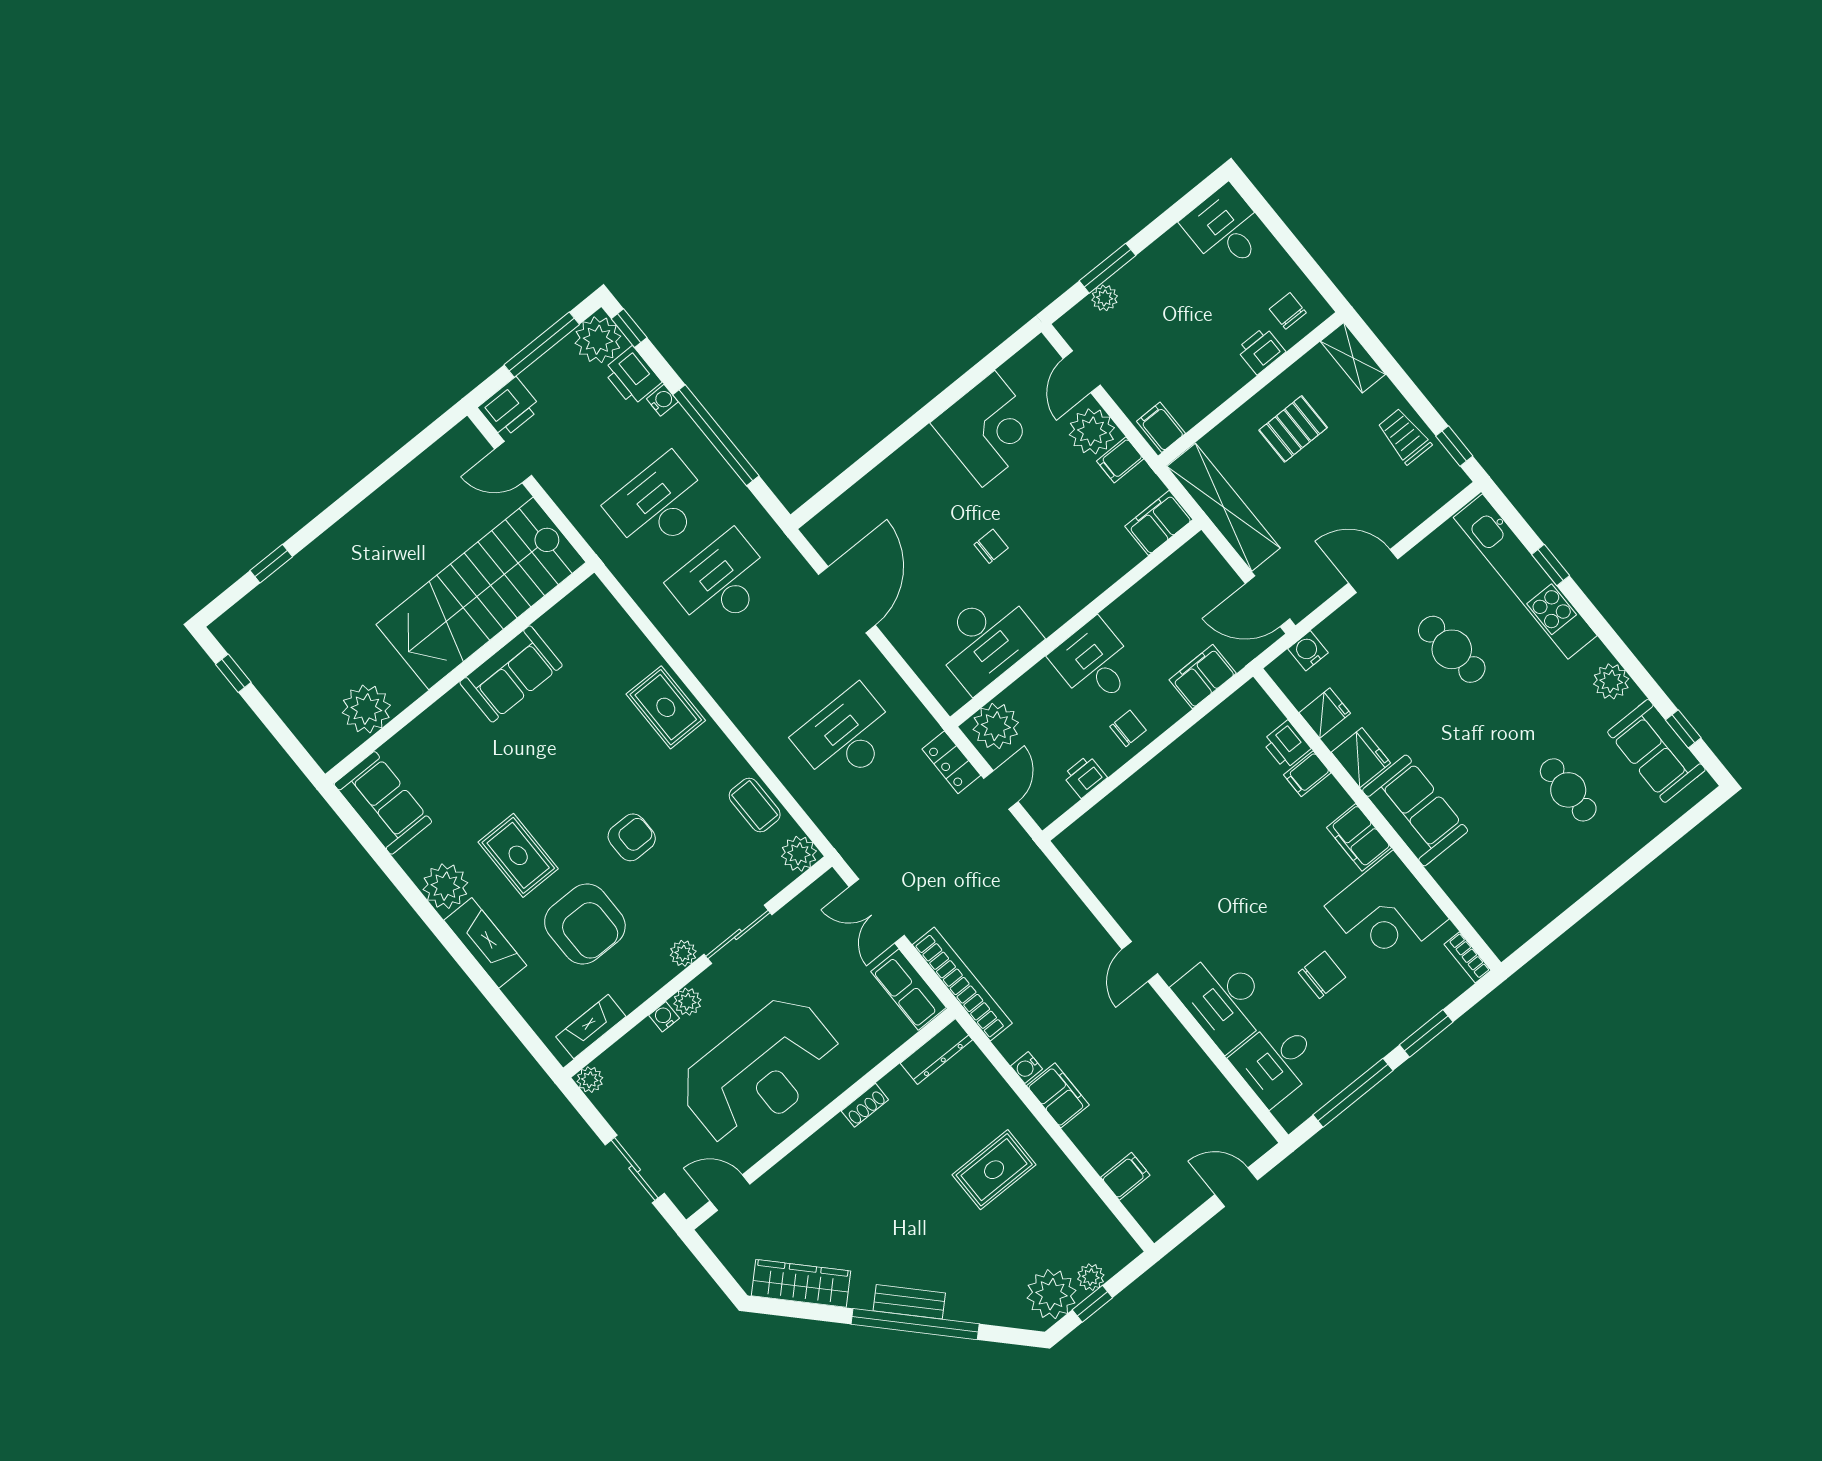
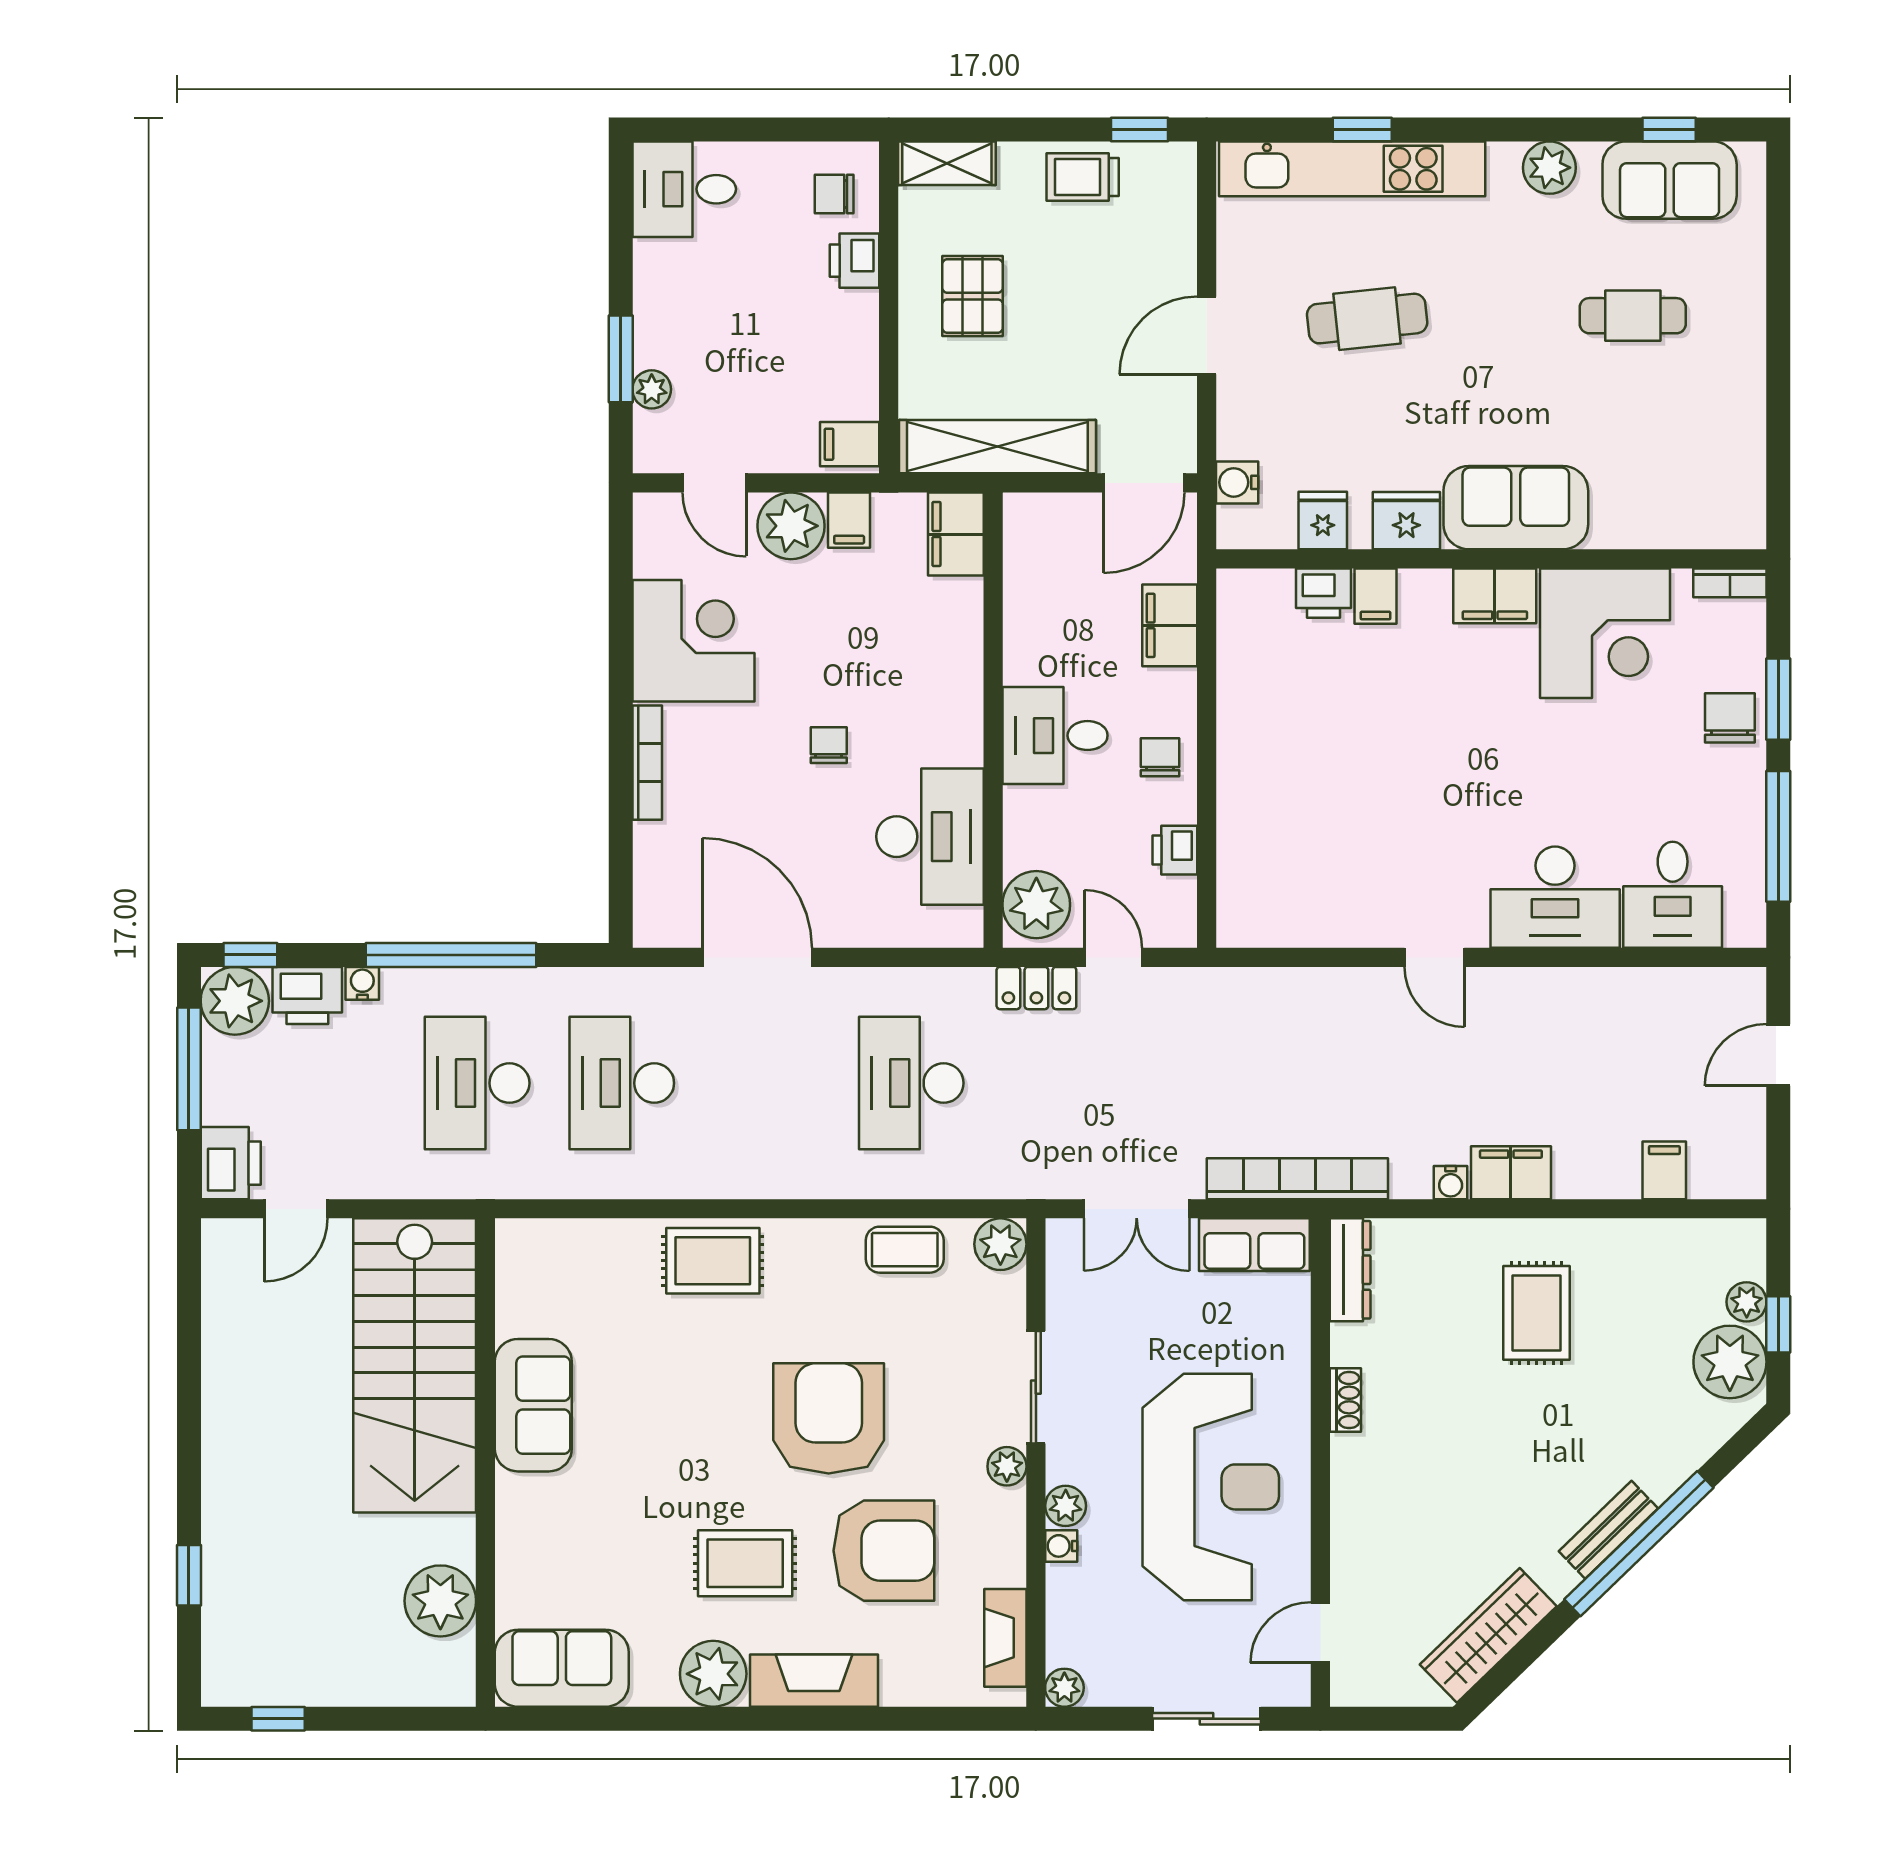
bookcase: (903, 457) -> (647, 763), added
armchair: (632, 837) -> (829, 1418), width x1.88, depth x1.88
chair: (1322, 975) -> (1730, 718), moved

